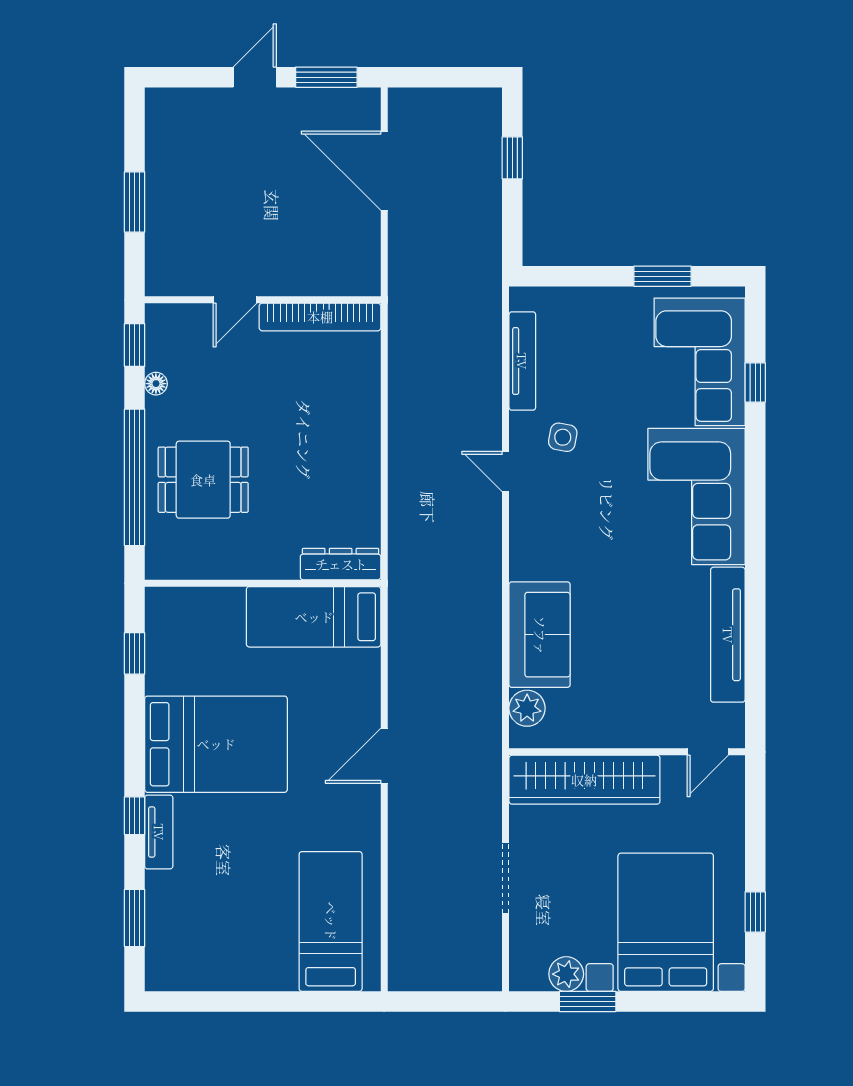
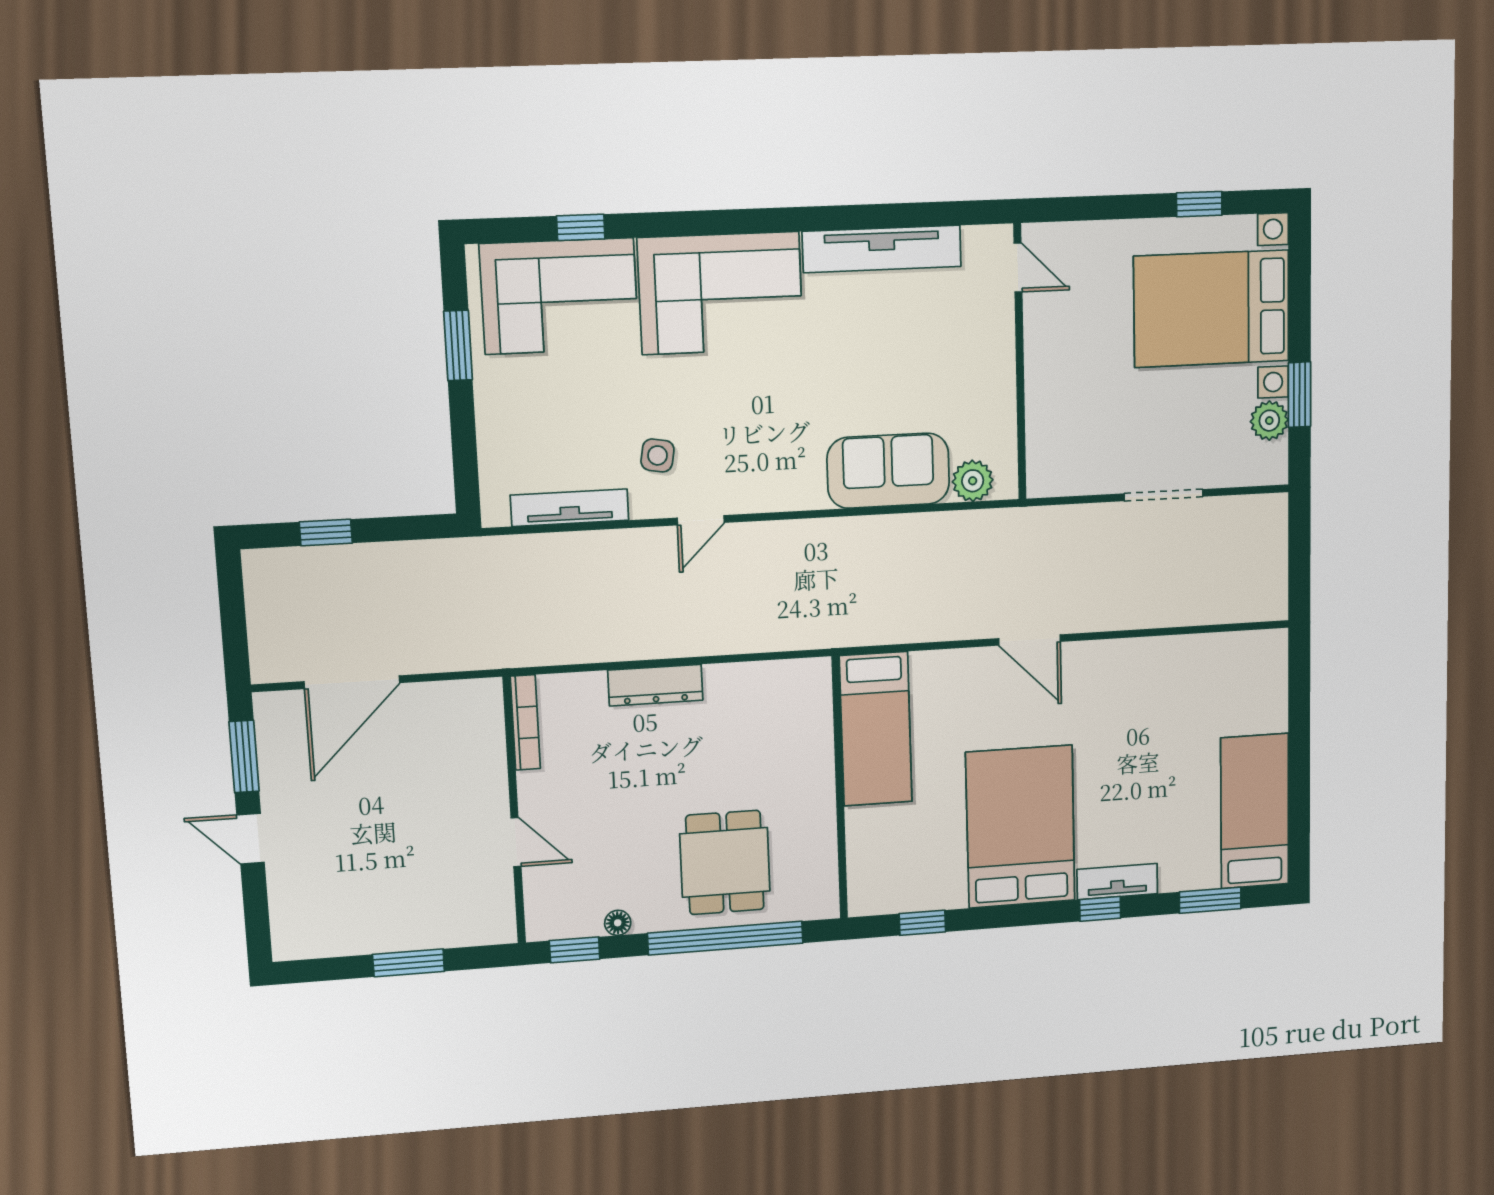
bookcase: (320, 317) -> (525, 722), width x0.68, depth x0.76
dresser: (341, 564) -> (655, 685), moved, turned -90
wardrobe: (584, 780) -> (1052, 410), removed
bed: (331, 921) -> (1255, 811), moved, turned 90

